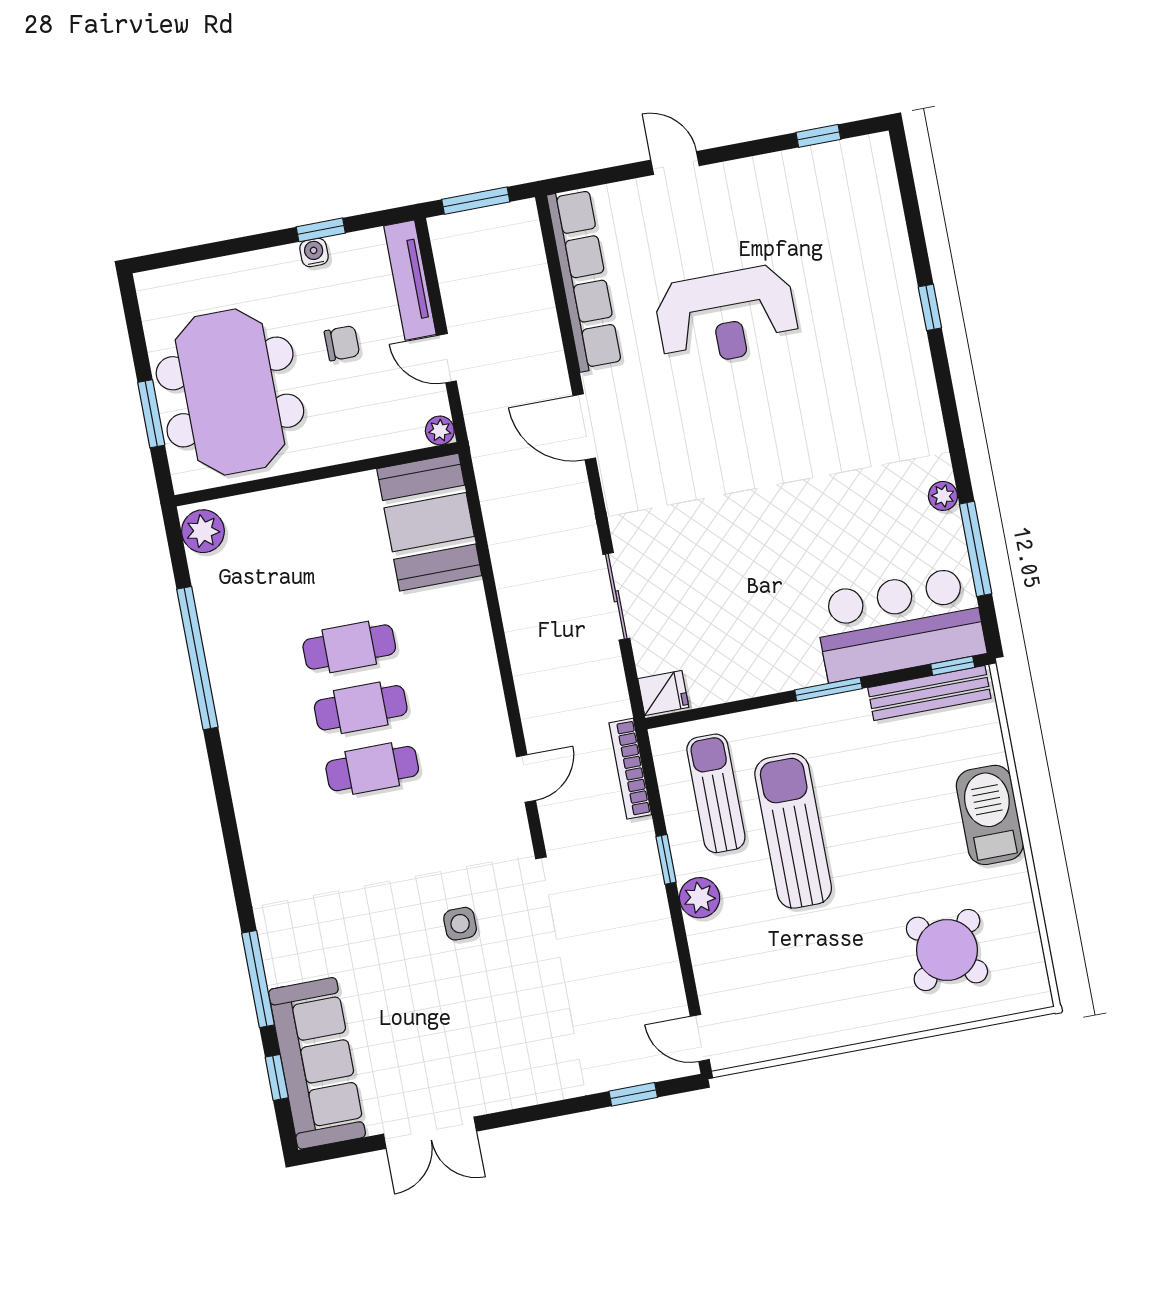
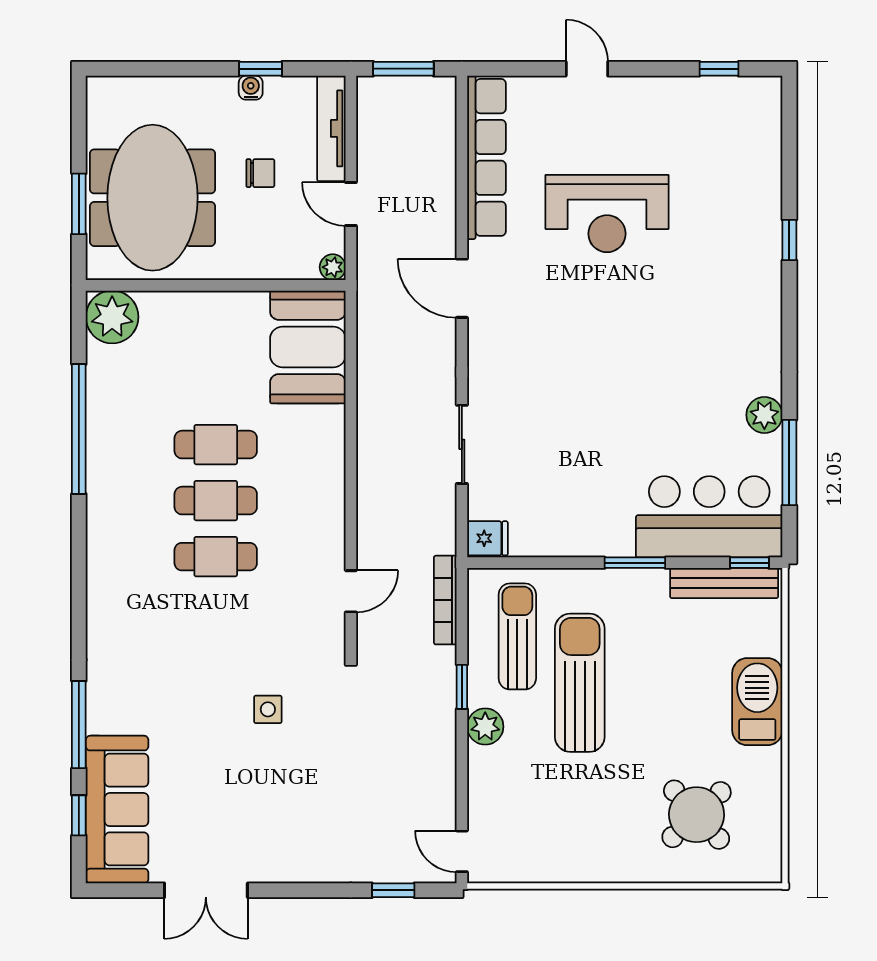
plant: (943, 496) -> (764, 415), width x1.38, depth x1.38
plant: (203, 531) -> (112, 317), width x1.36, depth x1.36

